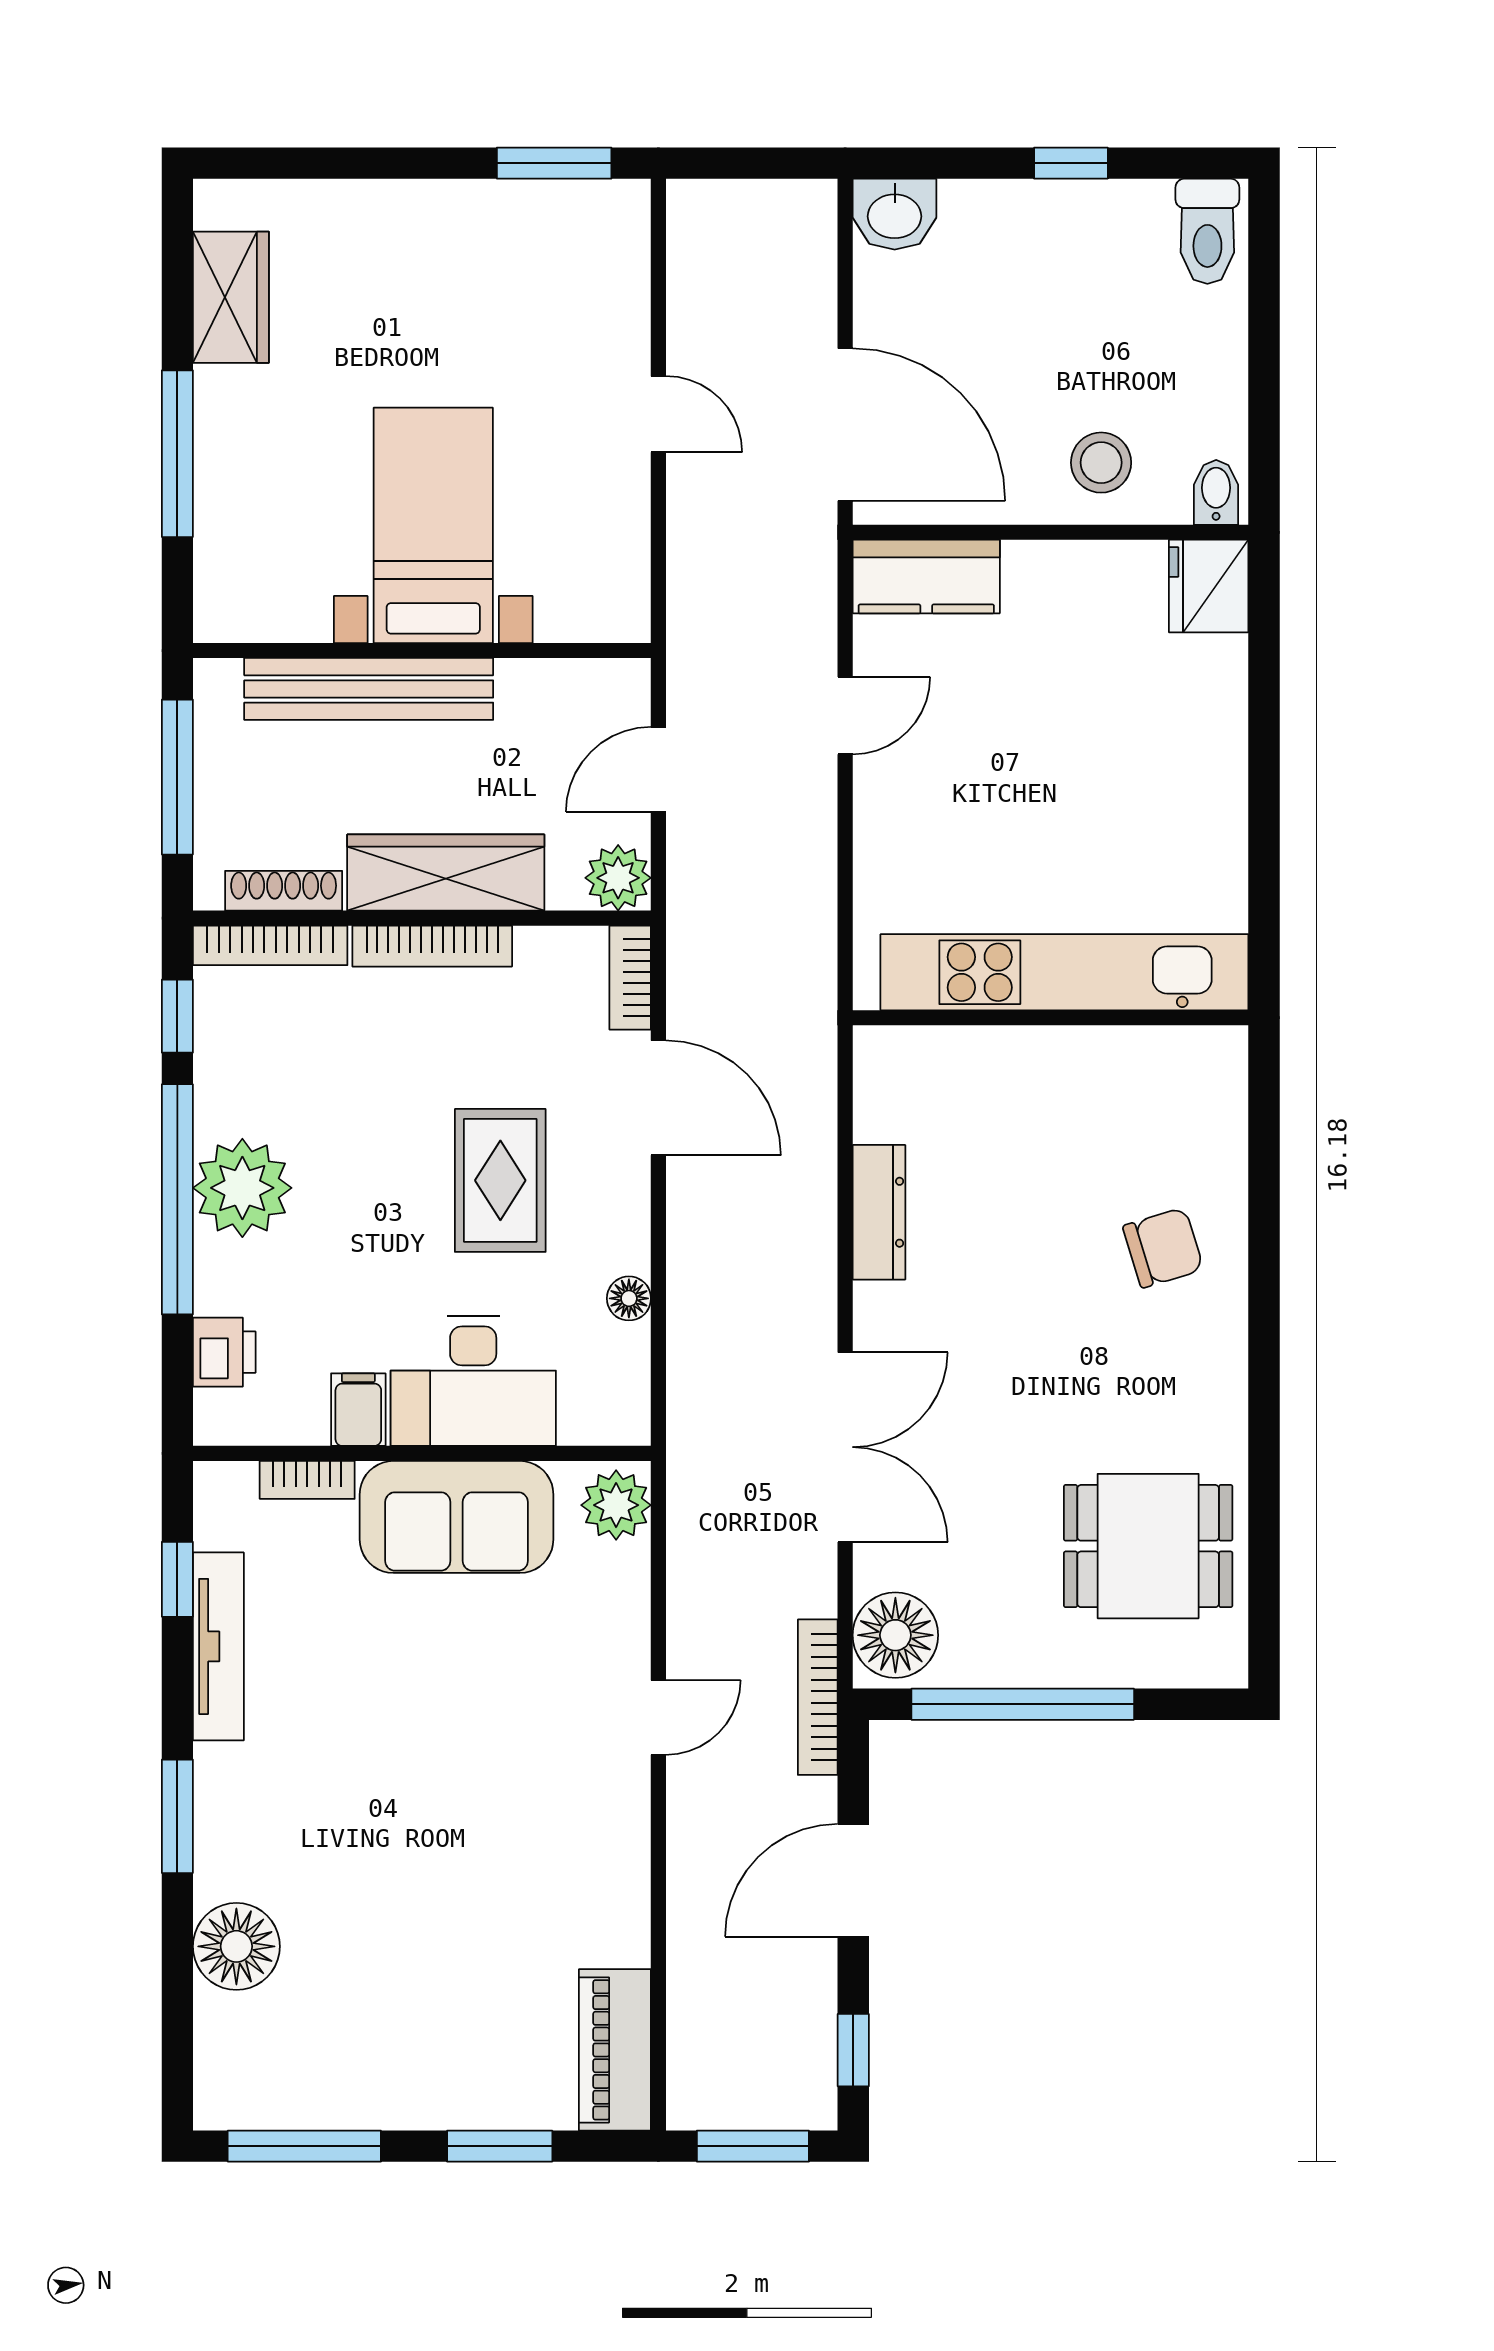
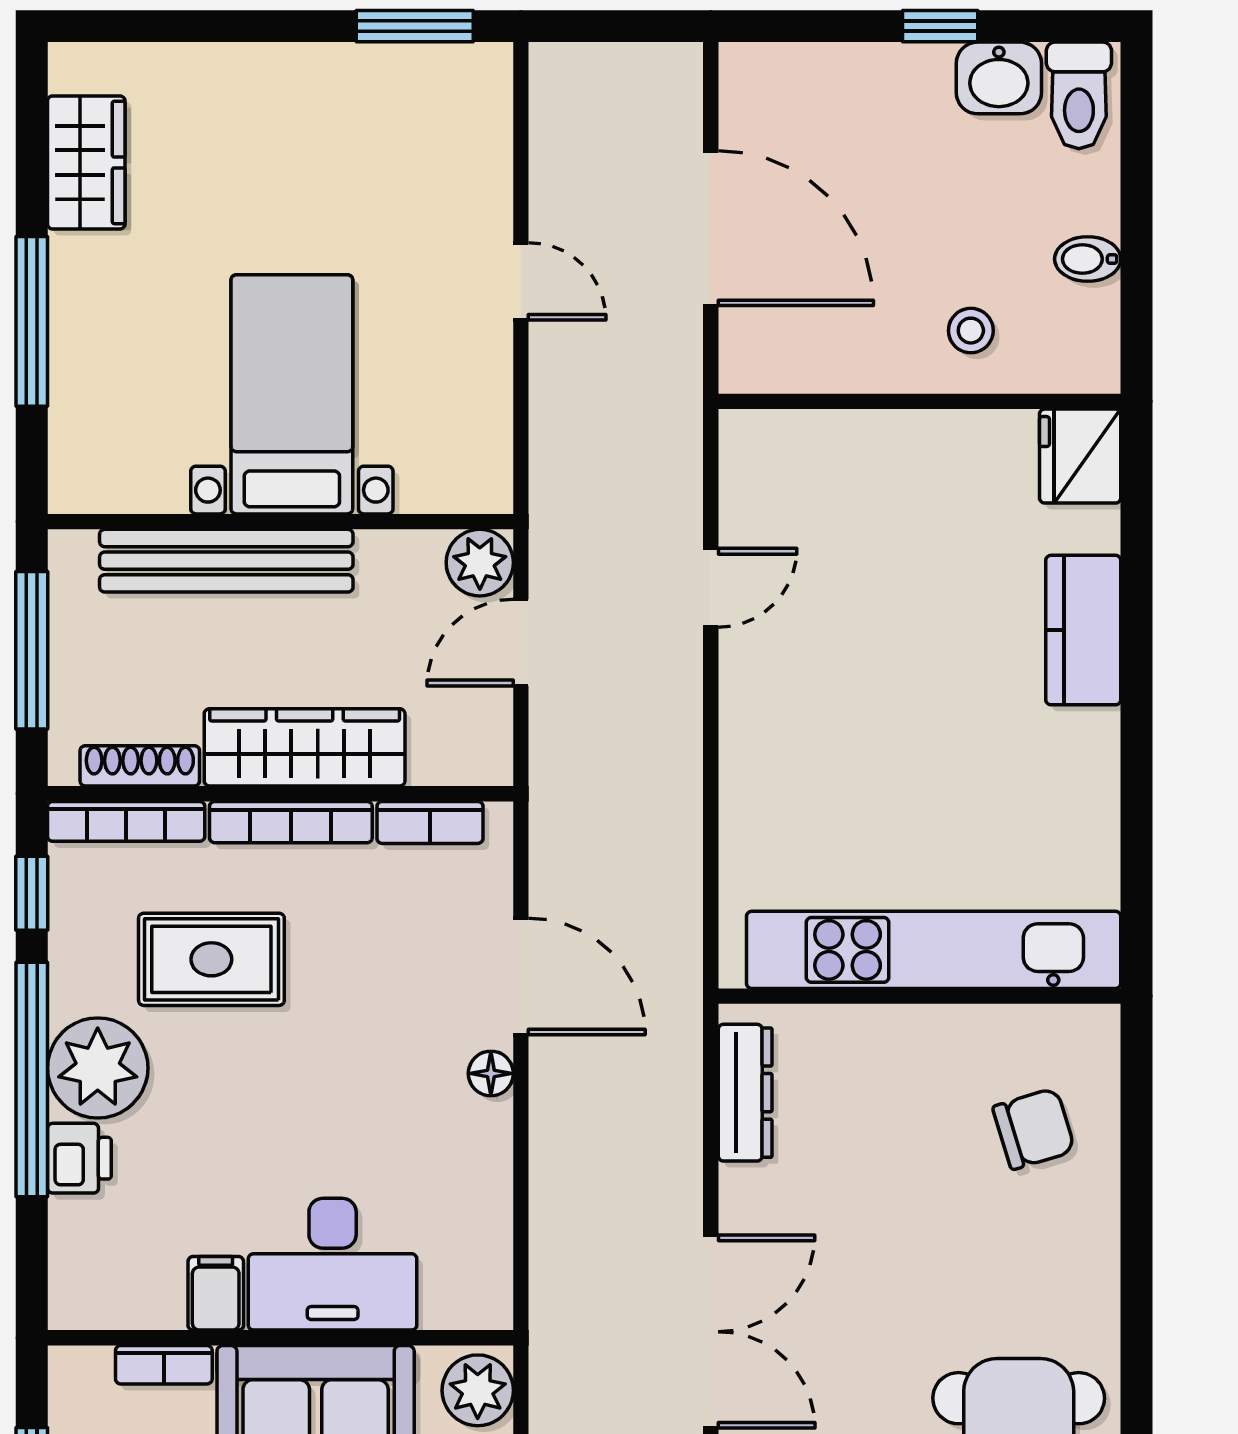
washbasin: (895, 214) -> (999, 78), moved
door: (845, 425) -> (711, 228), moved
stool: (1101, 463) -> (971, 331), width x0.73, depth x0.73
bidet: (1216, 492) -> (1088, 259), moved, turned -90
kitchen counter: (926, 577) -> (1083, 630), moved, turned 90
plant: (618, 878) -> (480, 563), moved
kitchen unit: (1064, 972) -> (934, 950), moved
bookcase: (630, 978) -> (430, 822), moved, turned -90
wall: (1051, 1018) -> (919, 996), moved
rug: (500, 1180) -> (211, 959), moved, turned 90
floor lamp: (629, 1298) -> (491, 1073), moved
printer: (224, 1352) -> (79, 1158), moved

